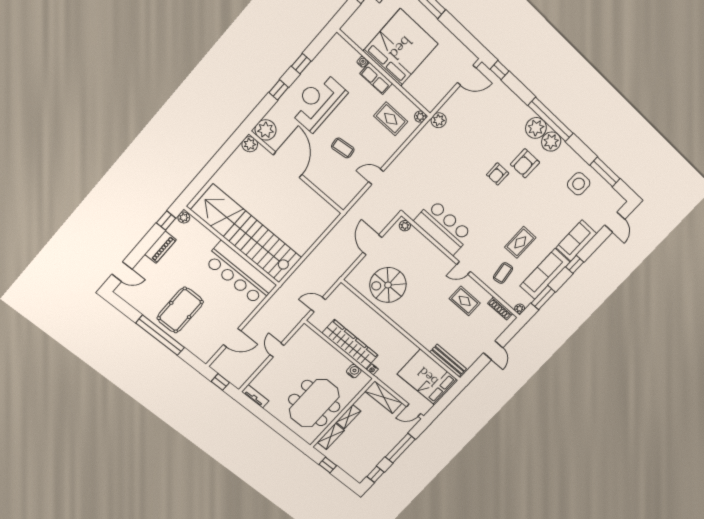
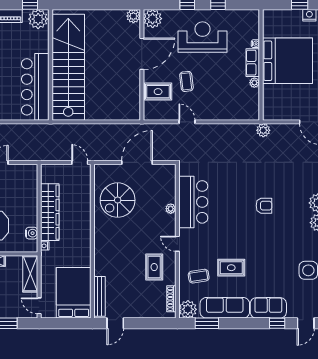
plant: (420, 117) -> (254, 83), moved
rug: (391, 119) -> (158, 92), moved, turned 90
armchair: (525, 163) -> (288, 218), removed
armchair: (498, 174) -> (264, 206), turned 180
plant: (184, 218) -> (38, 19), width x1.88, depth x1.88
plant: (405, 226) -> (171, 209), moved
door: (372, 245) -> (137, 162), width x1.36
window: (575, 264) -> (277, 323), moved
spiral stairs: (388, 285) -> (118, 200), turned -90
door: (318, 305) -> (80, 162), moved
plant: (520, 309) -> (188, 309), width x1.87, depth x1.87
door: (493, 350) -> (115, 323), moved

